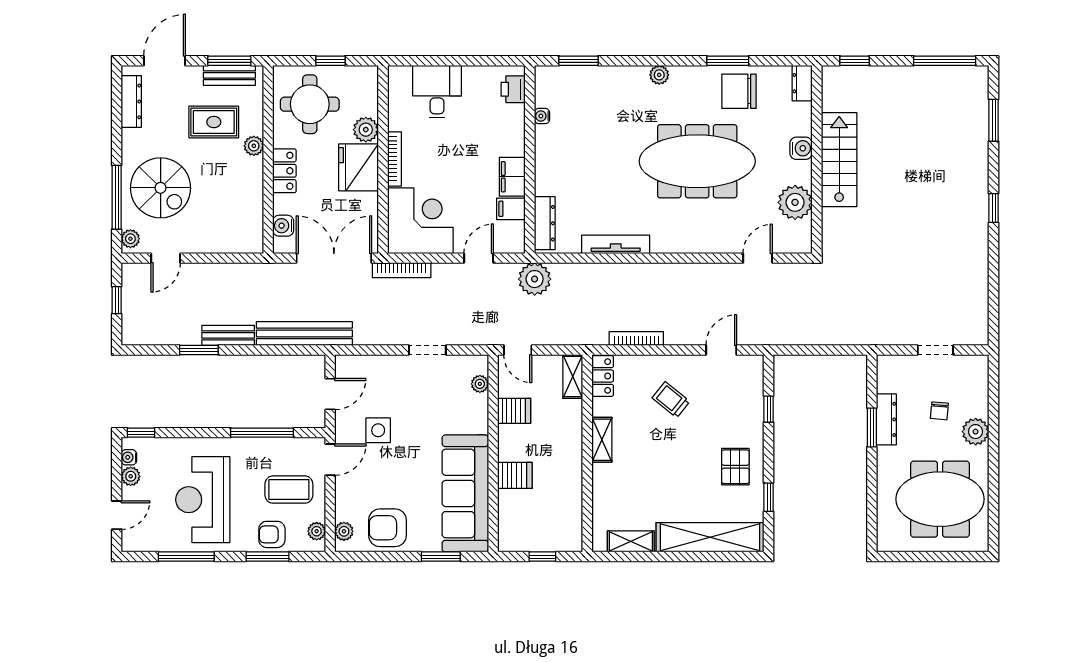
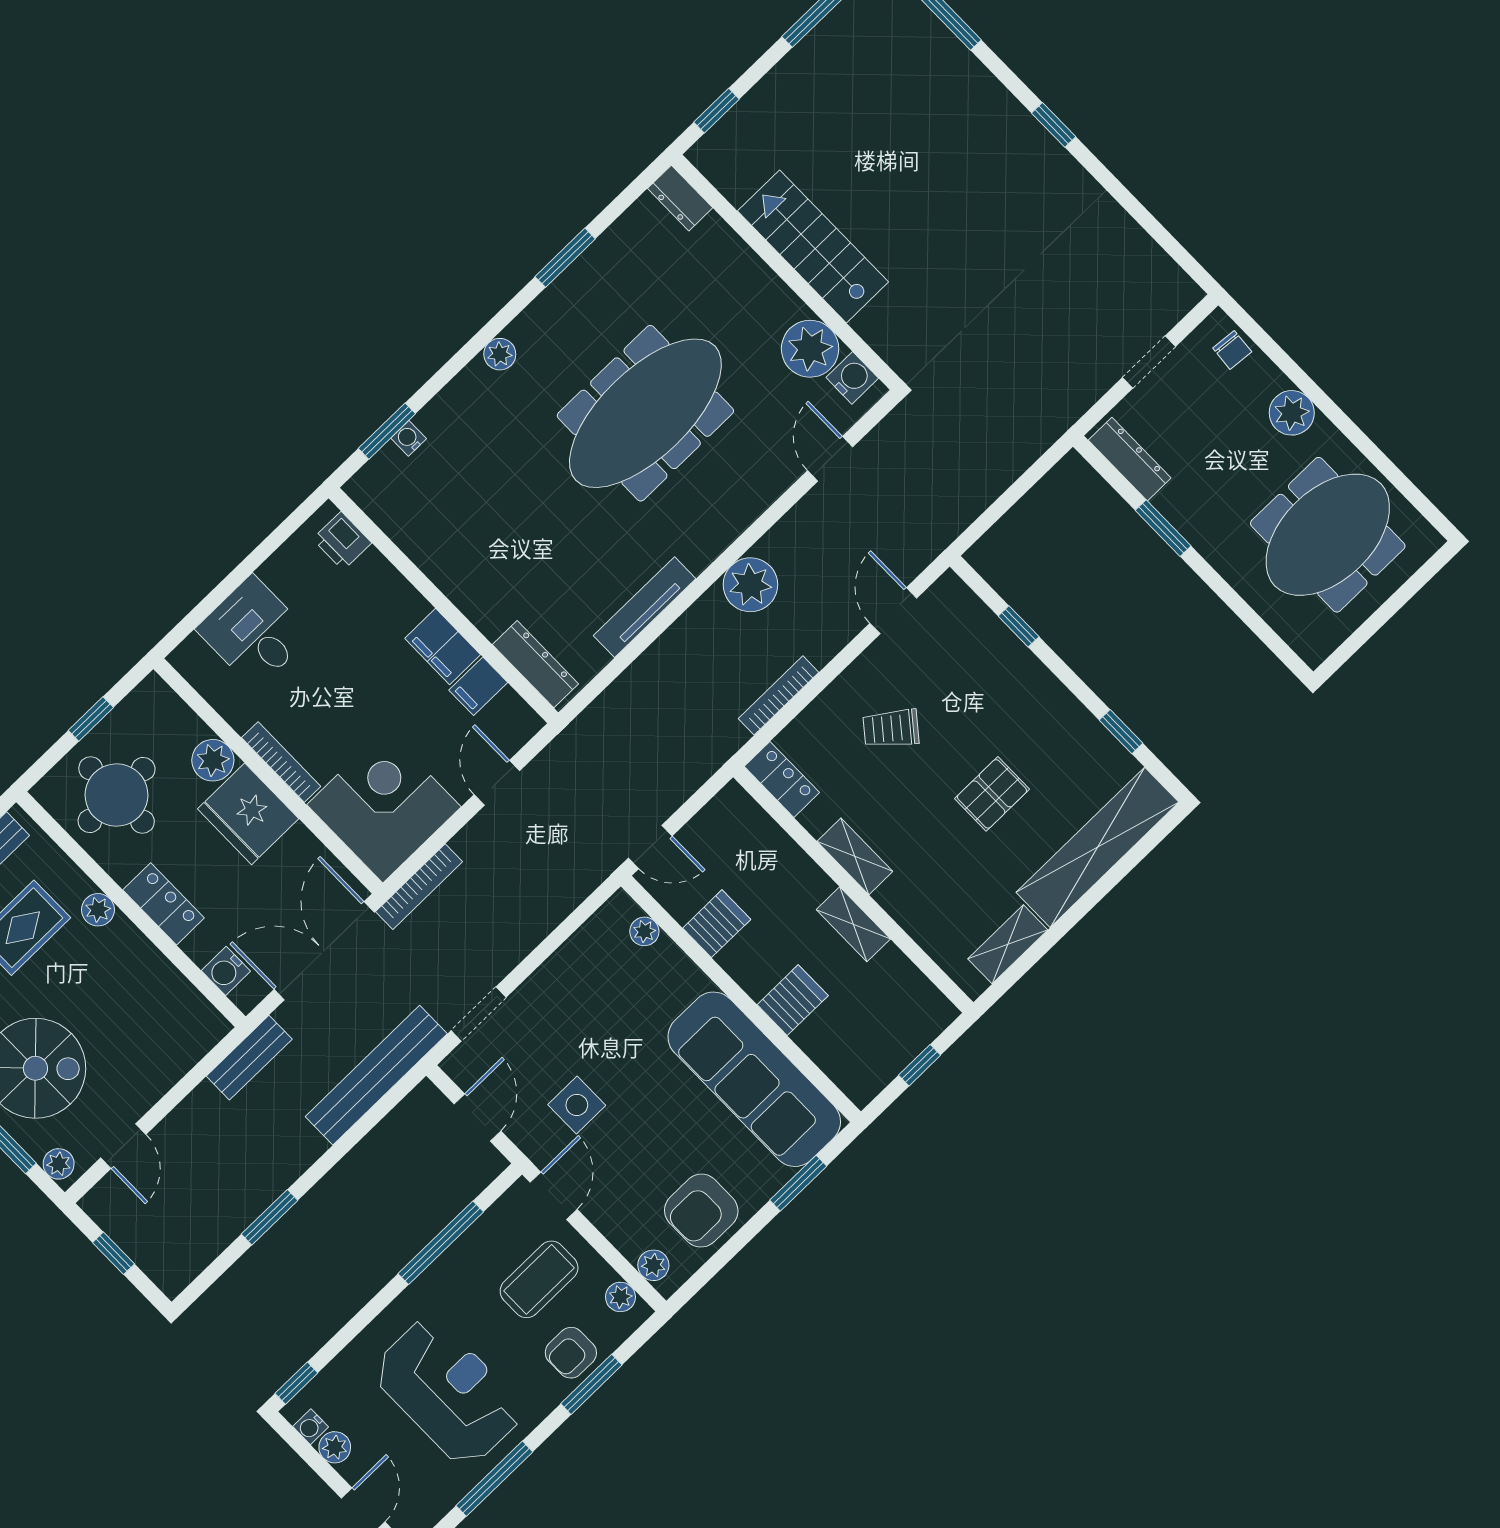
chair: (739, 91) -> (614, 281), removed
water cooler: (542, 116) -> (409, 438), moved, turned 90
water cooler: (801, 148) -> (852, 378), moved
plant: (535, 279) -> (750, 585), moved
bench: (228, 335) -> (249, 1058), moved
doorway: (427, 350) -> (479, 1014), moved
shelving: (573, 376) -> (853, 924), moved
chair: (939, 411) -> (1232, 350), moved
dresser: (886, 419) -> (1130, 459), moved
pallet: (735, 467) -> (992, 794), moved, turned 90
reception desk: (203, 500) -> (448, 1392), turned 180

